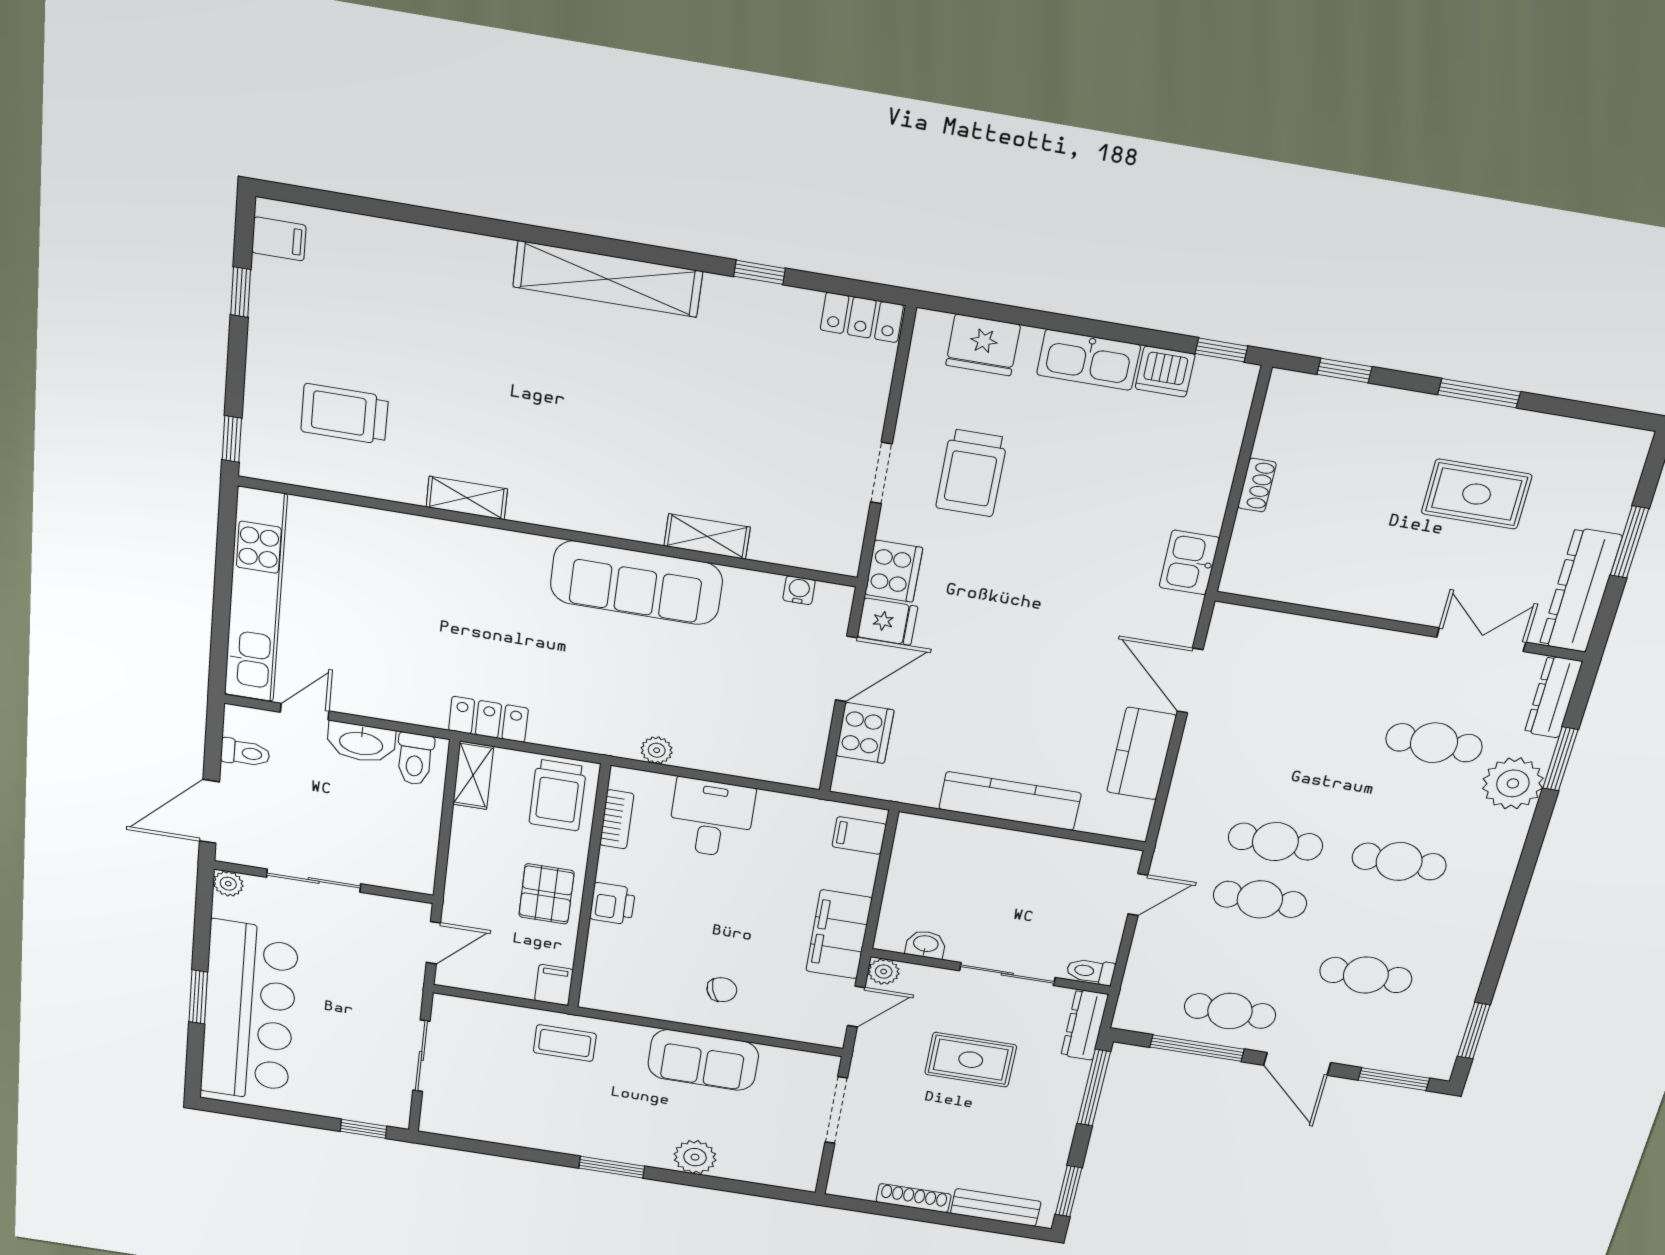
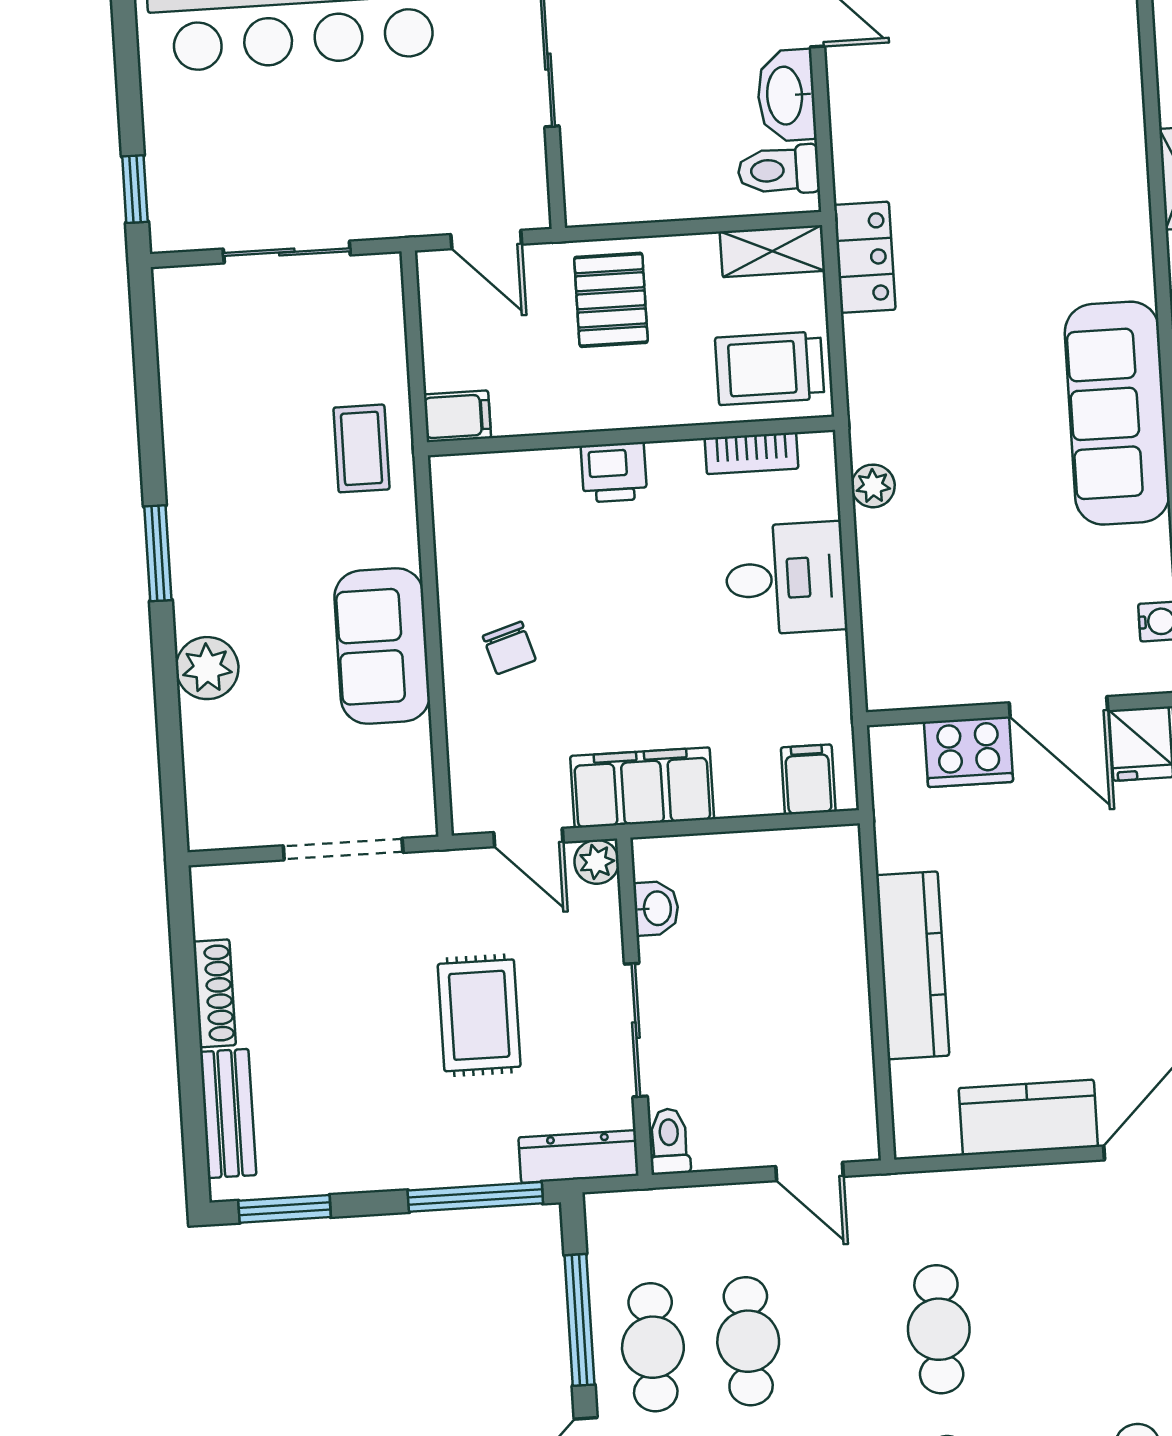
pallet: (546, 894) -> (611, 300), moved, turned 90
cafe table: (1260, 899) -> (748, 1341), moved

